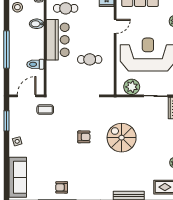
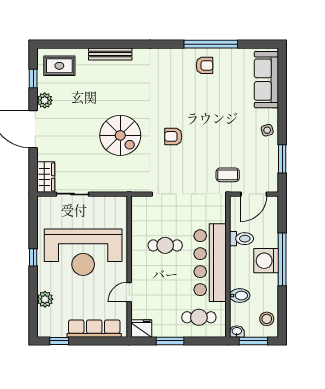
bar counter: (58, 40) -> (210, 263), width x1.36
washing machine: (18, 49) -> (266, 261), added
plant: (132, 87) -> (106, 207), removed

